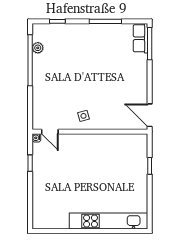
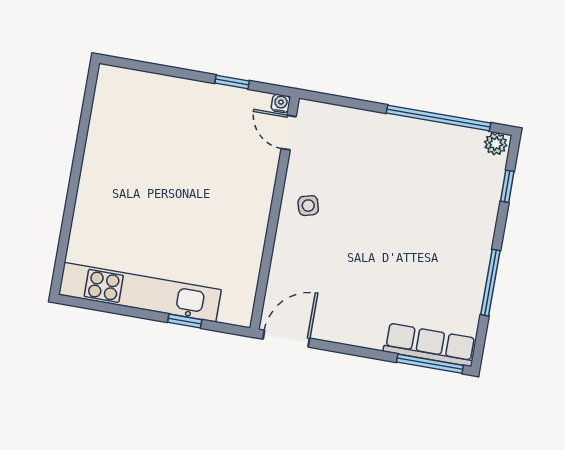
row of seats: (141, 38) -> (430, 345), width x1.48
plant: (38, 48) -> (496, 144), moved
door: (50, 132) -> (289, 133), hinge flipped
kitchen unit: (109, 221) -> (140, 292), moved, turned -90

